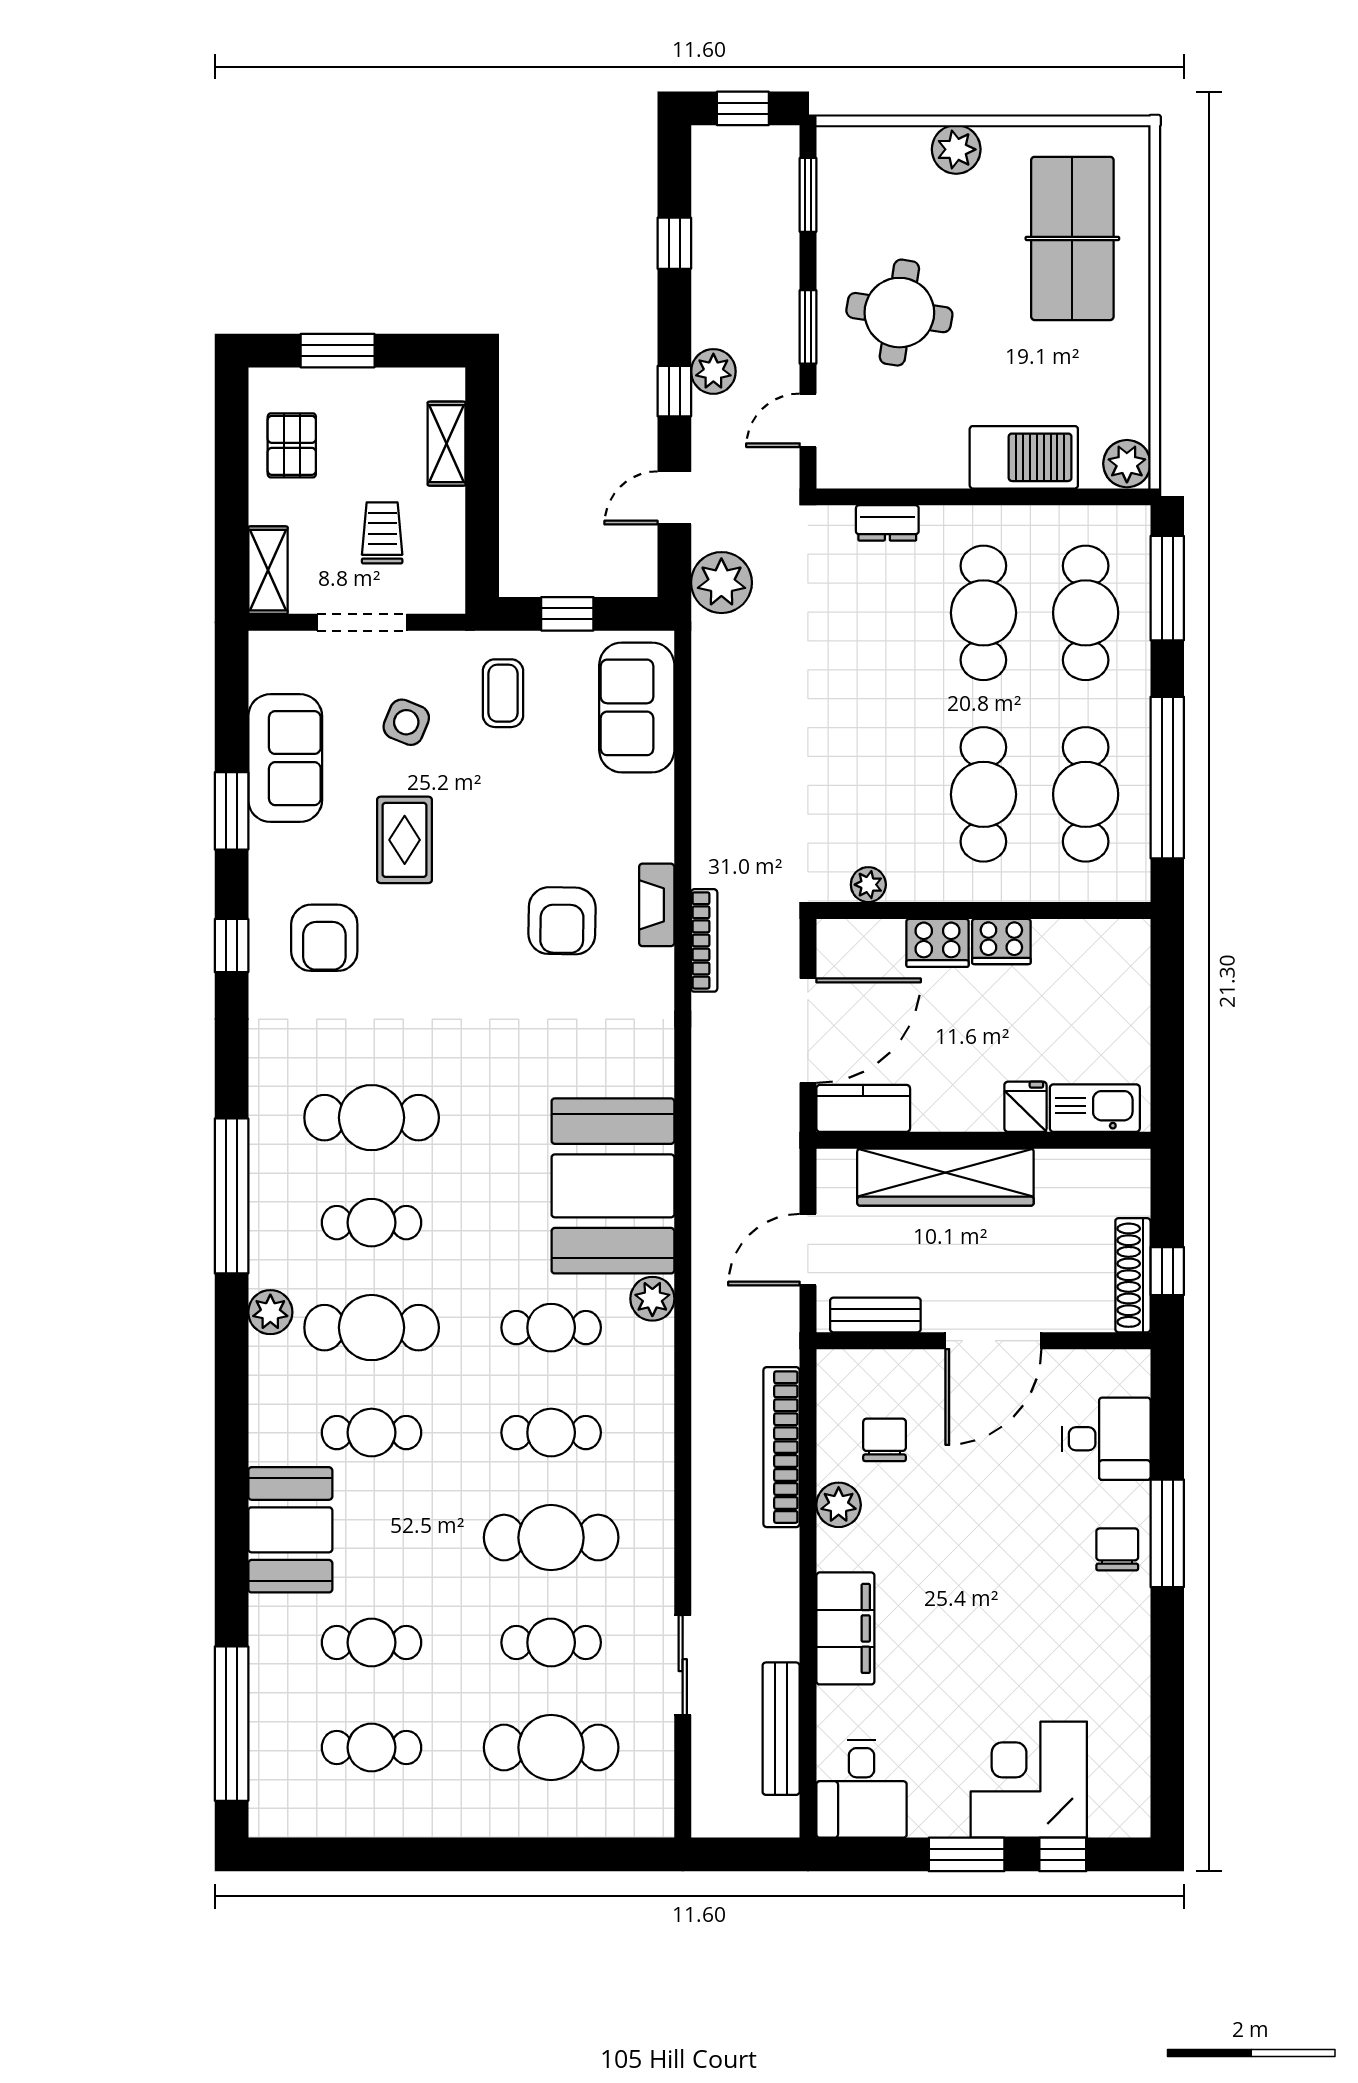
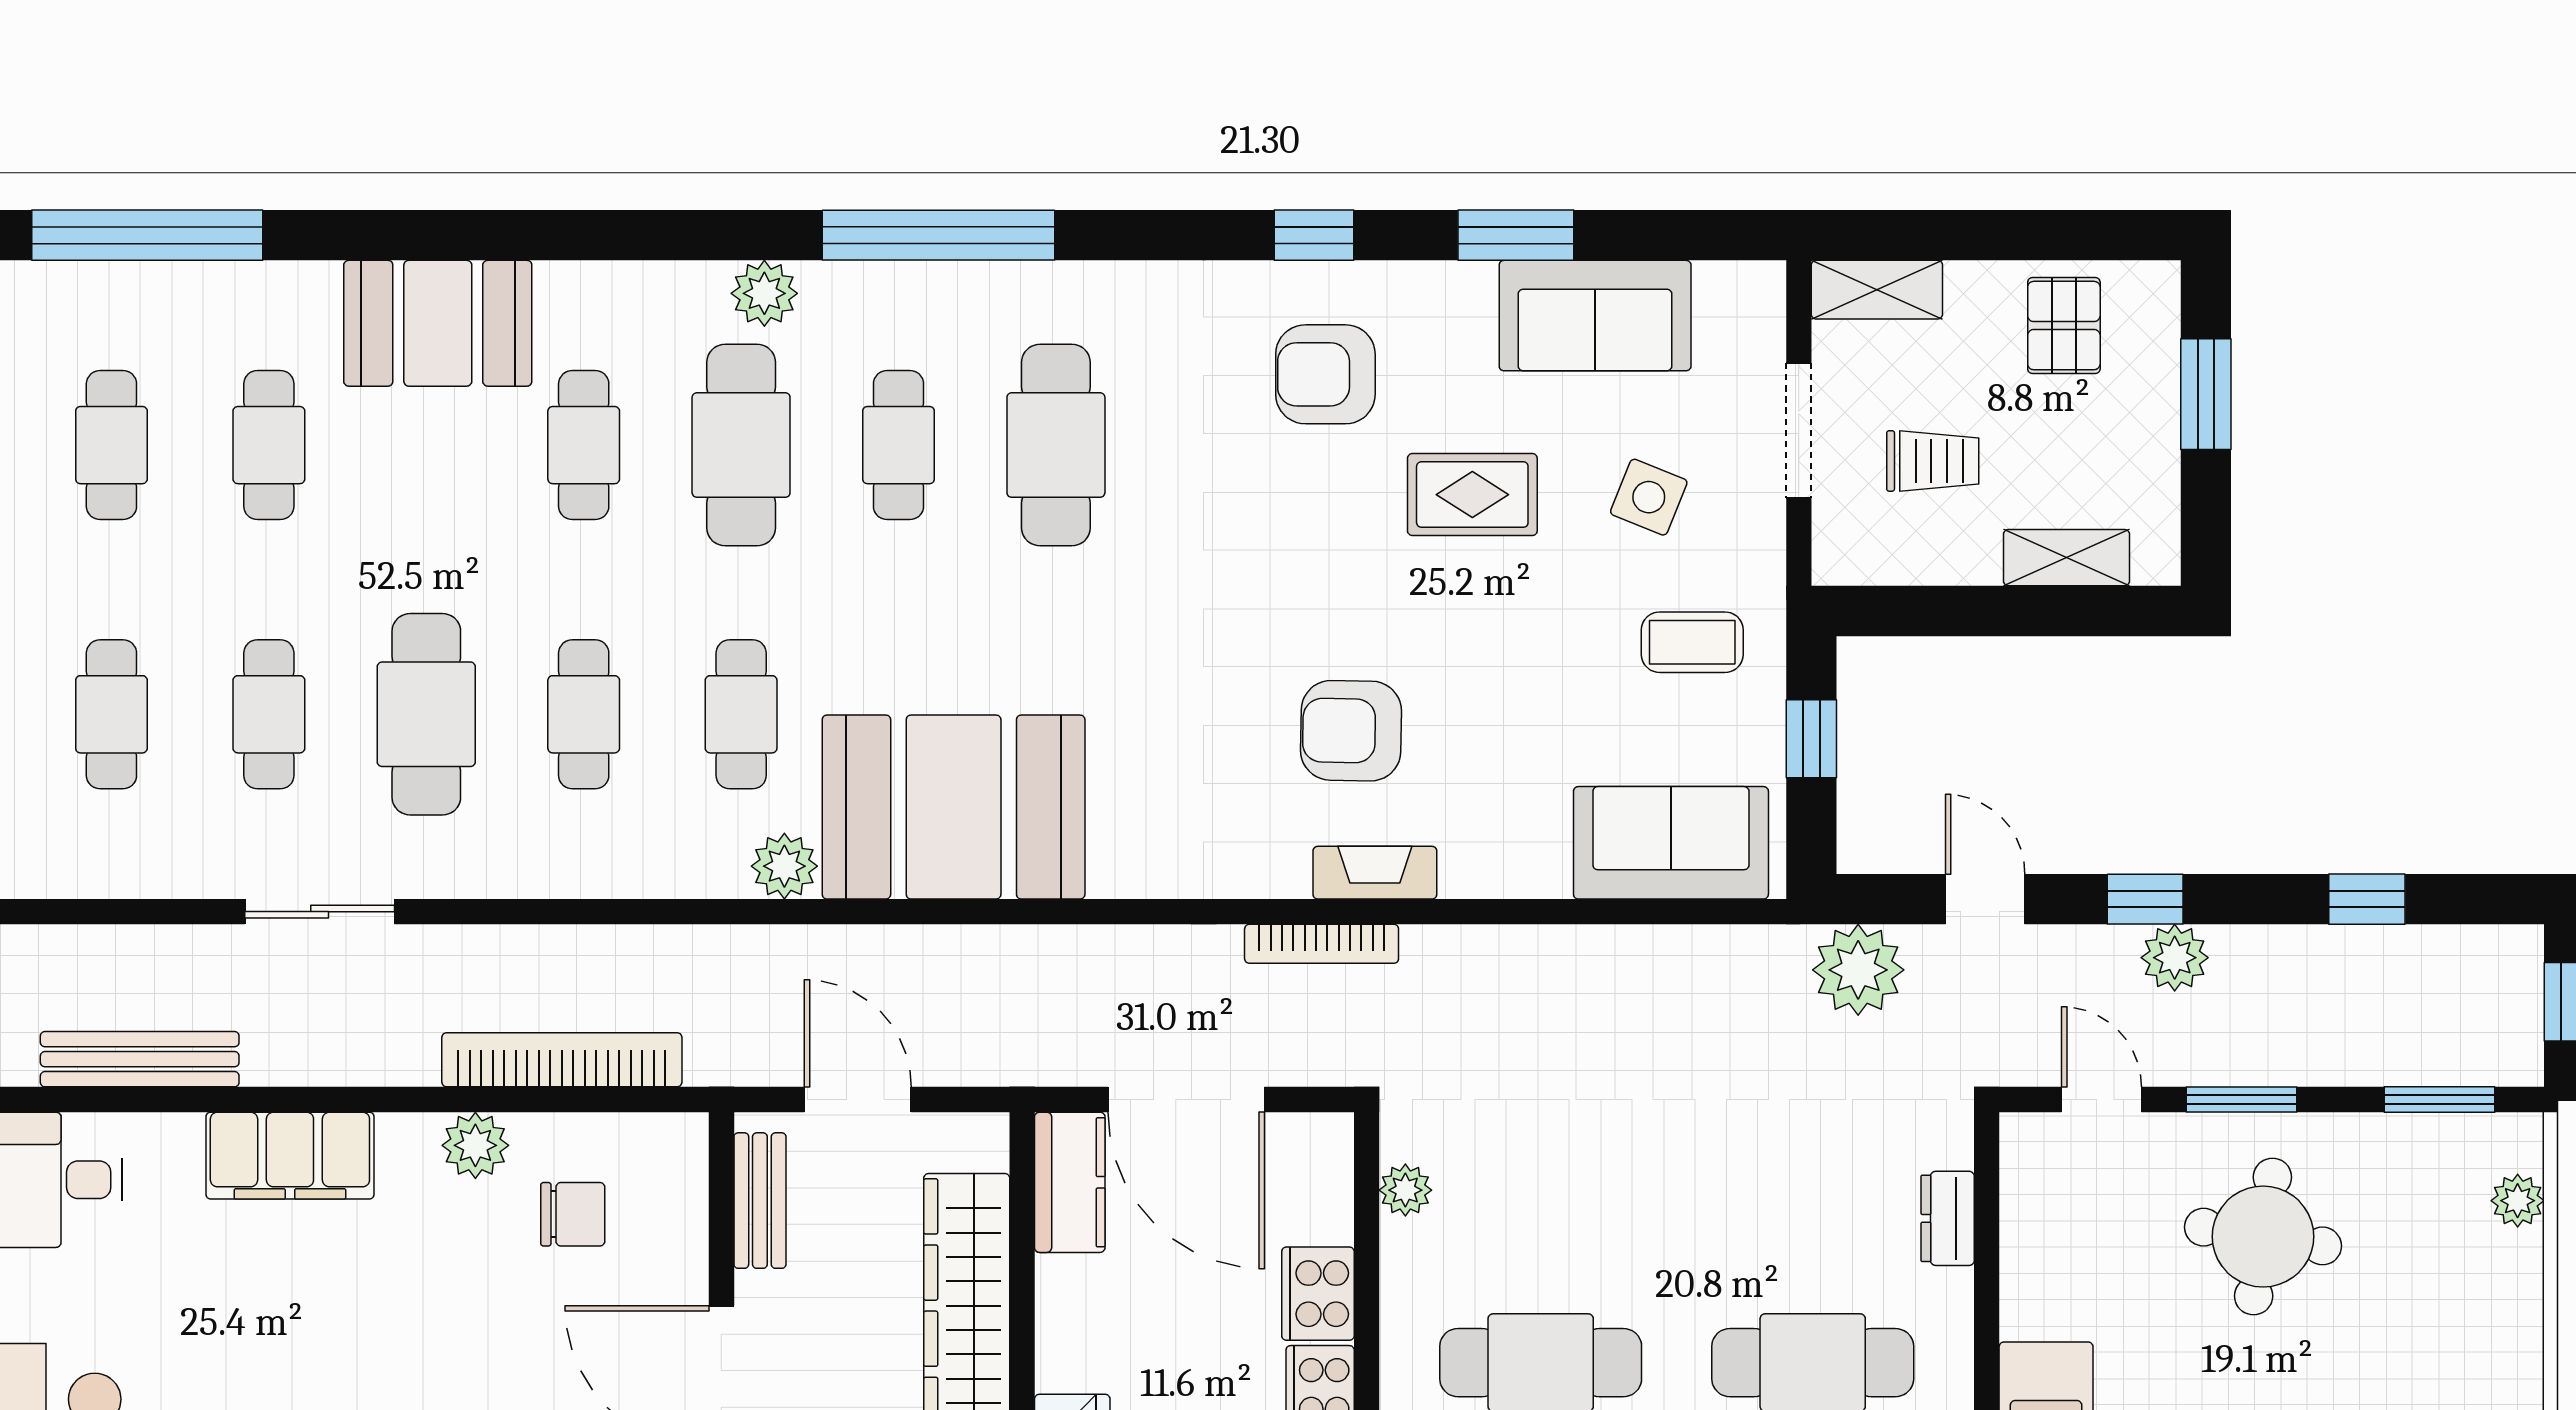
plant: (956, 149) -> (2518, 1201), moved, width x0.73, depth x0.73
pallet: (292, 445) -> (2064, 326), turned 90
sliding door: (683, 1665) -> (320, 912), moved
cafe table: (551, 1747) -> (111, 714), width x0.73, depth x0.74

